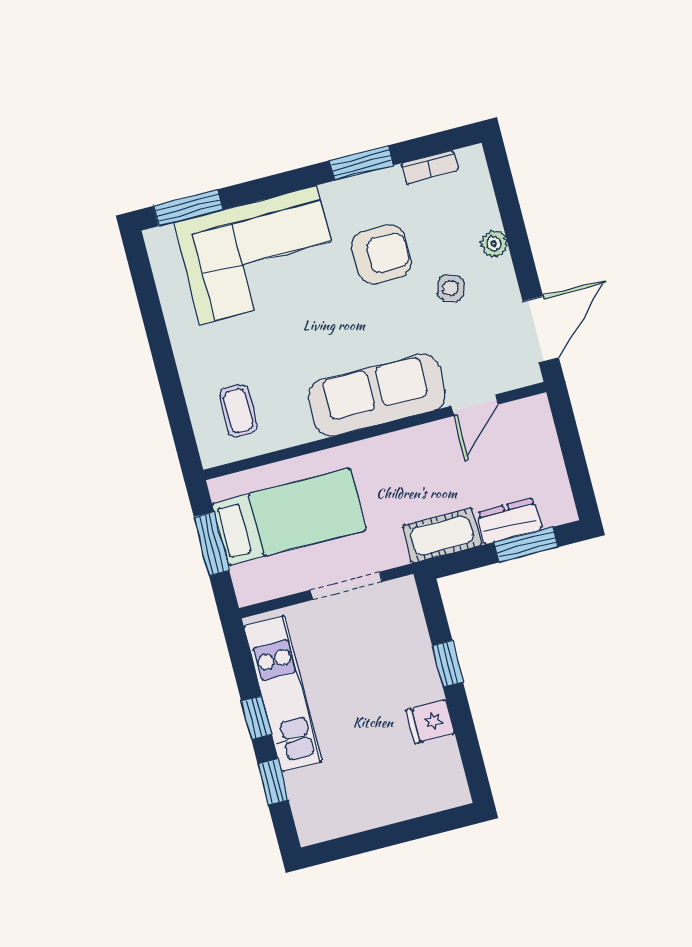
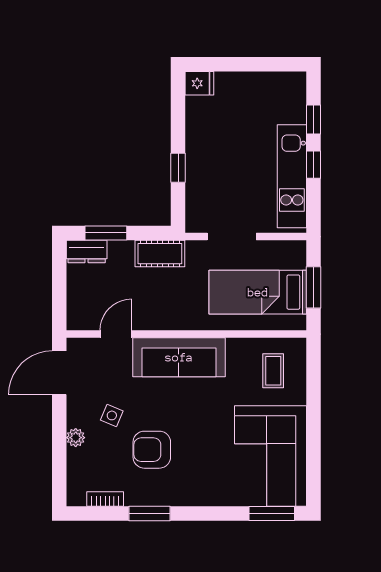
corner sofa: (258, 255) -> (270, 456), moved, turned -90
dresser: (509, 521) -> (87, 252), moved
fridge: (430, 722) -> (199, 83), moved

